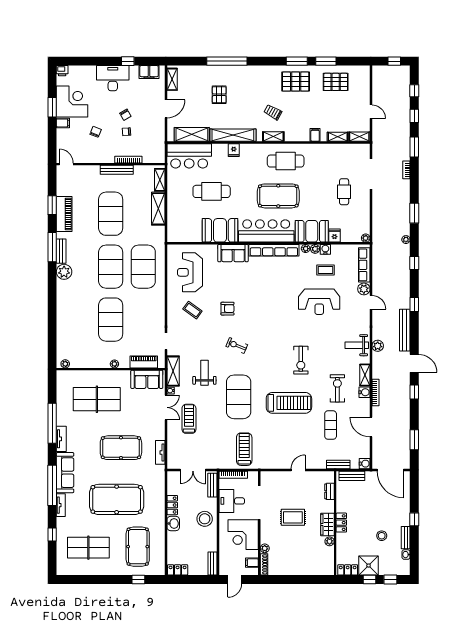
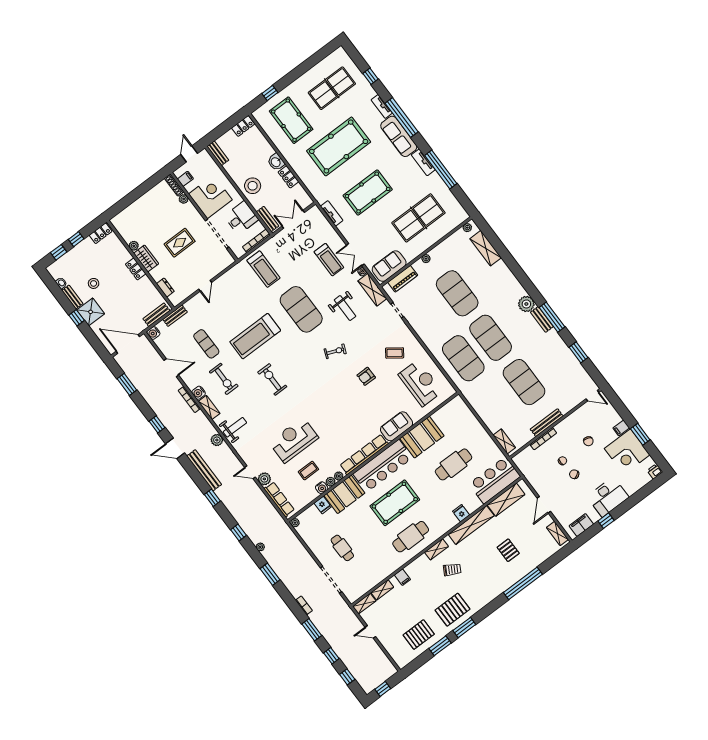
shelving: (158, 209) -> (486, 248), moved
piano: (64, 214) -> (563, 352), removed
shower: (369, 566) -> (91, 312), moved

